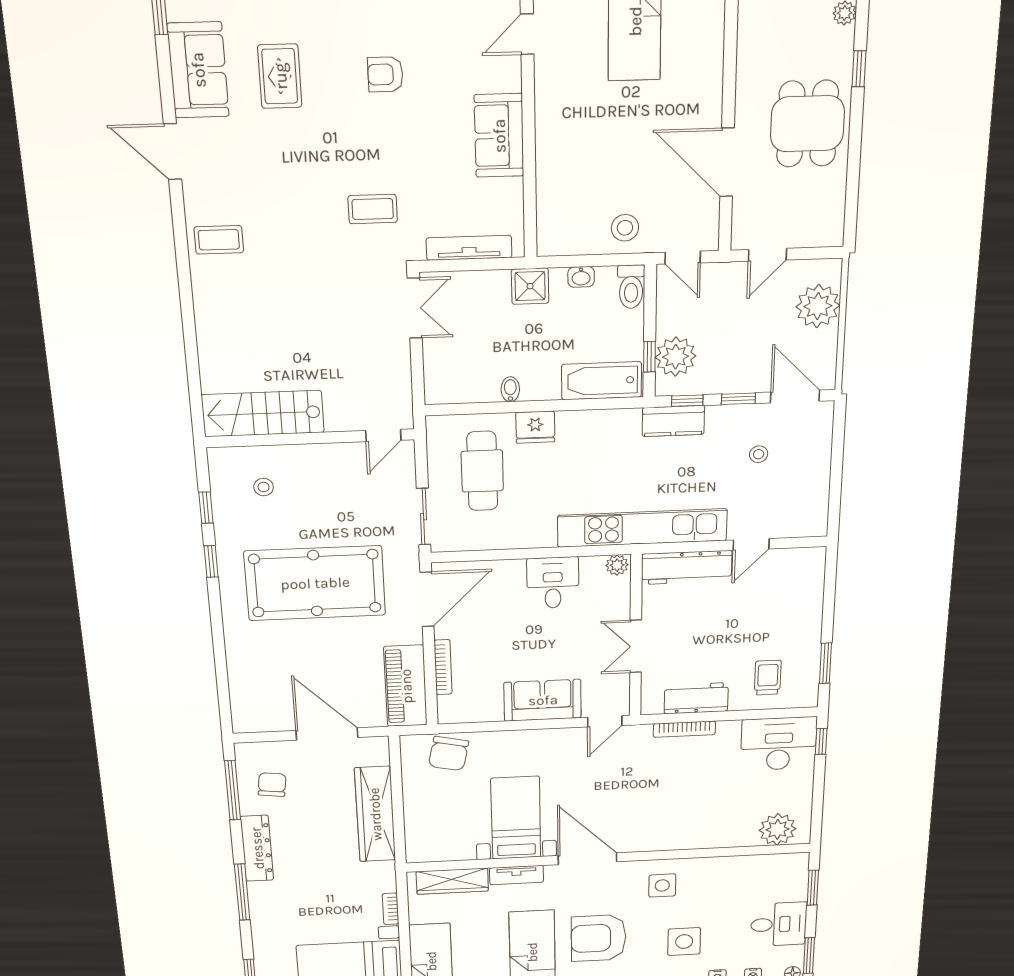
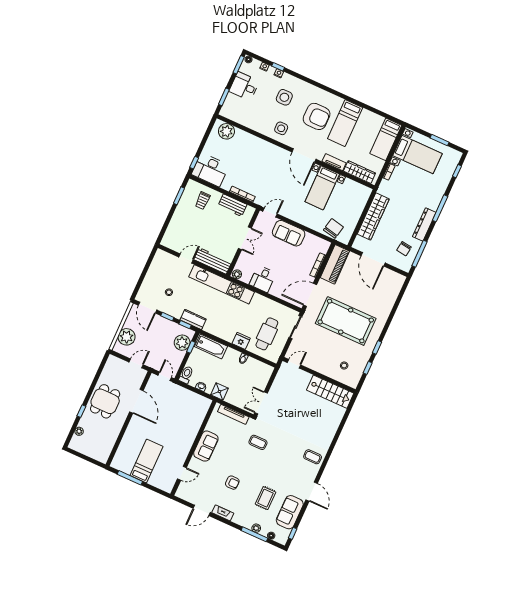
stool: (625, 228) -> (179, 396), removed

